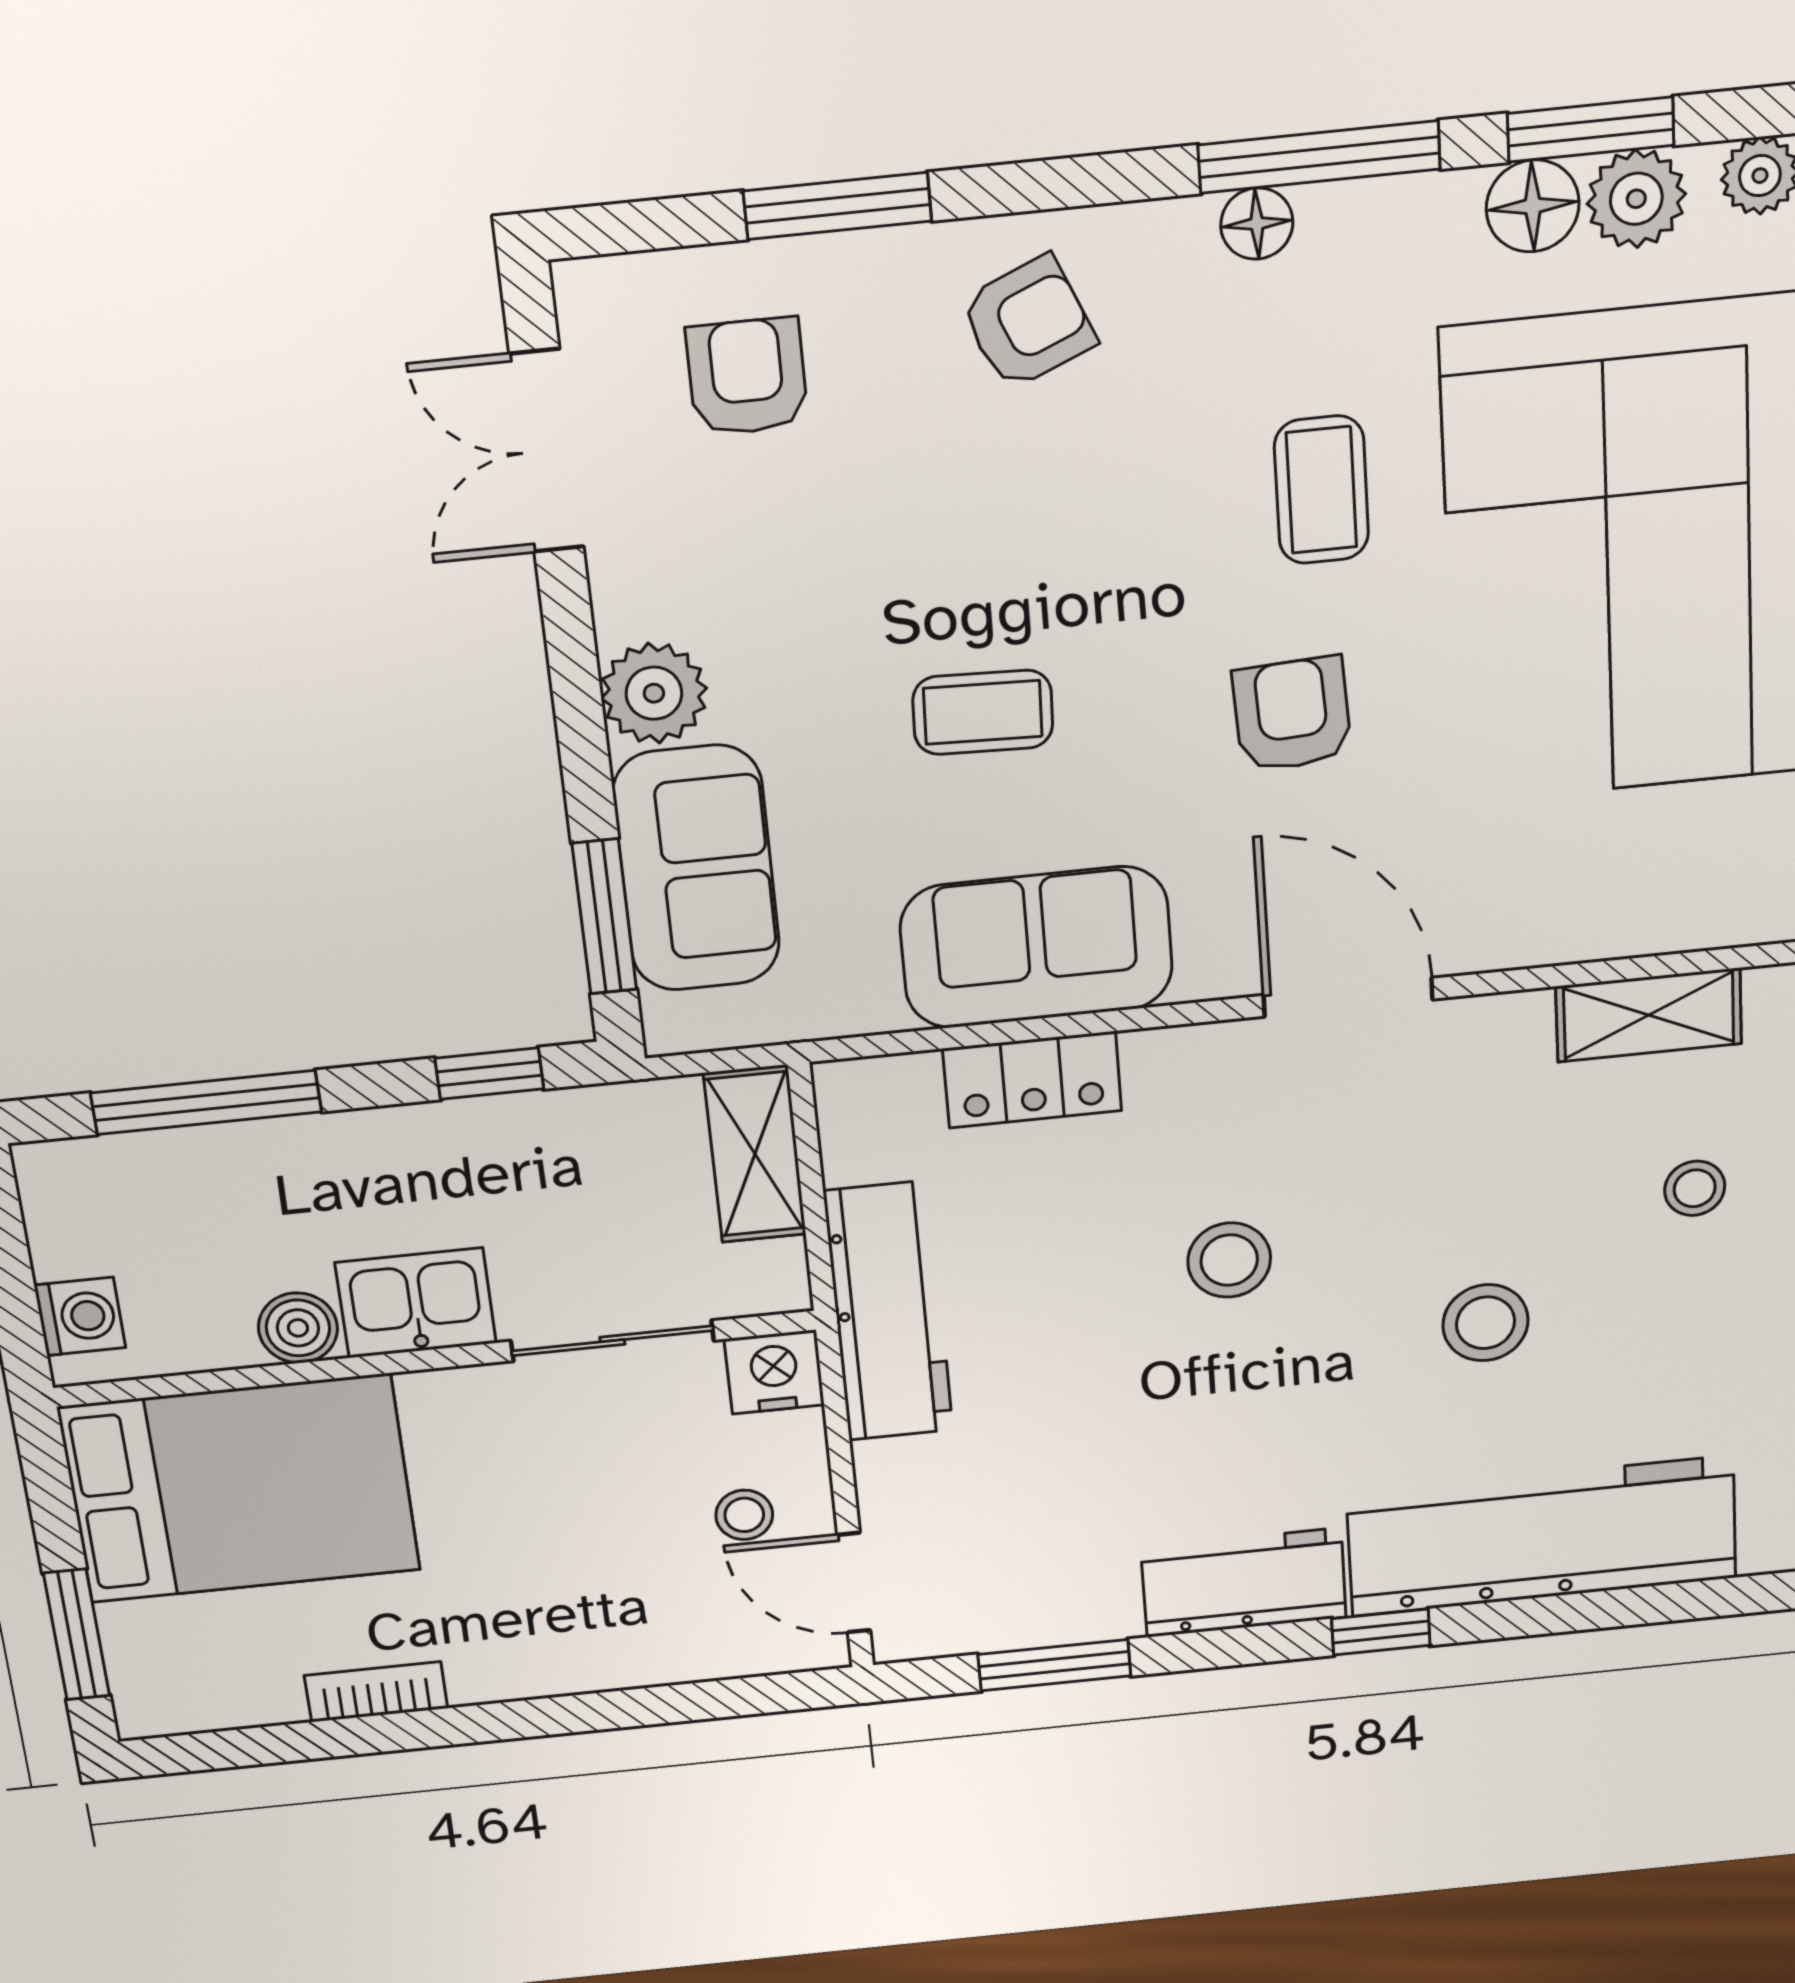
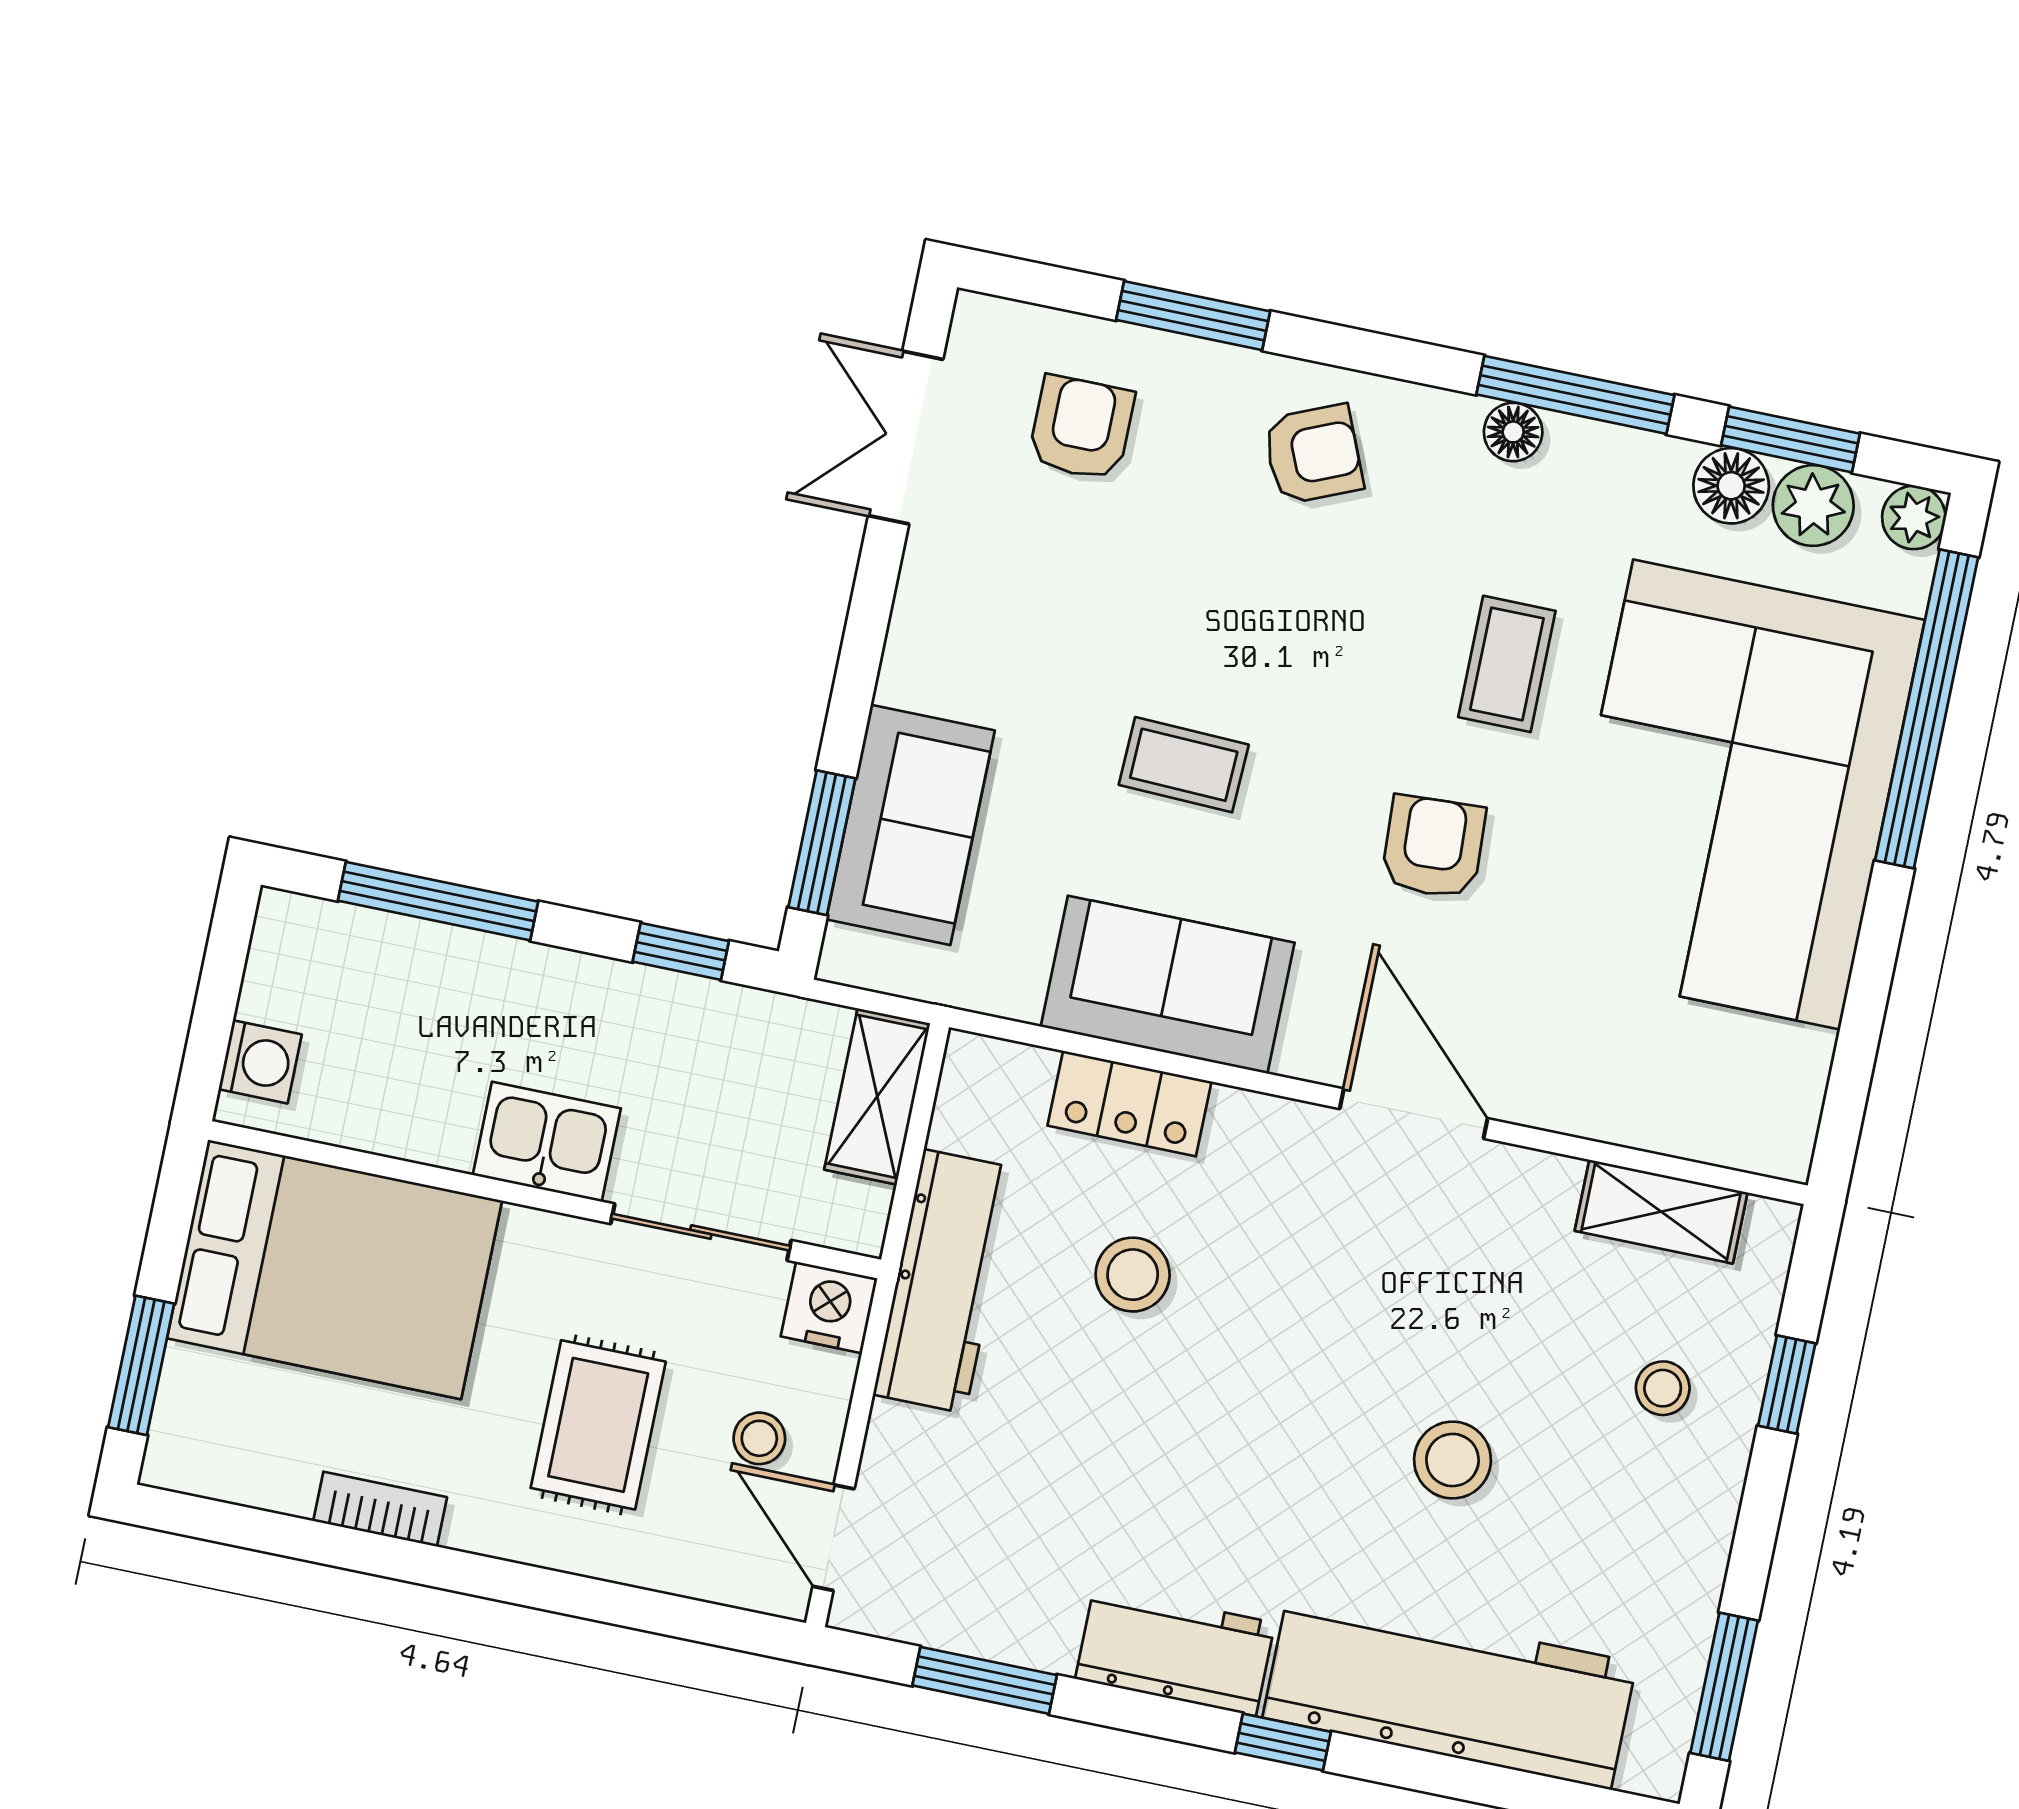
plant: (654, 693) -> (925, 664), removed
stool: (1229, 1260) -> (1133, 1275), moved
boiler: (298, 1328) -> (439, 1133), removed
rug: (571, 1551) -> (598, 1425), added

